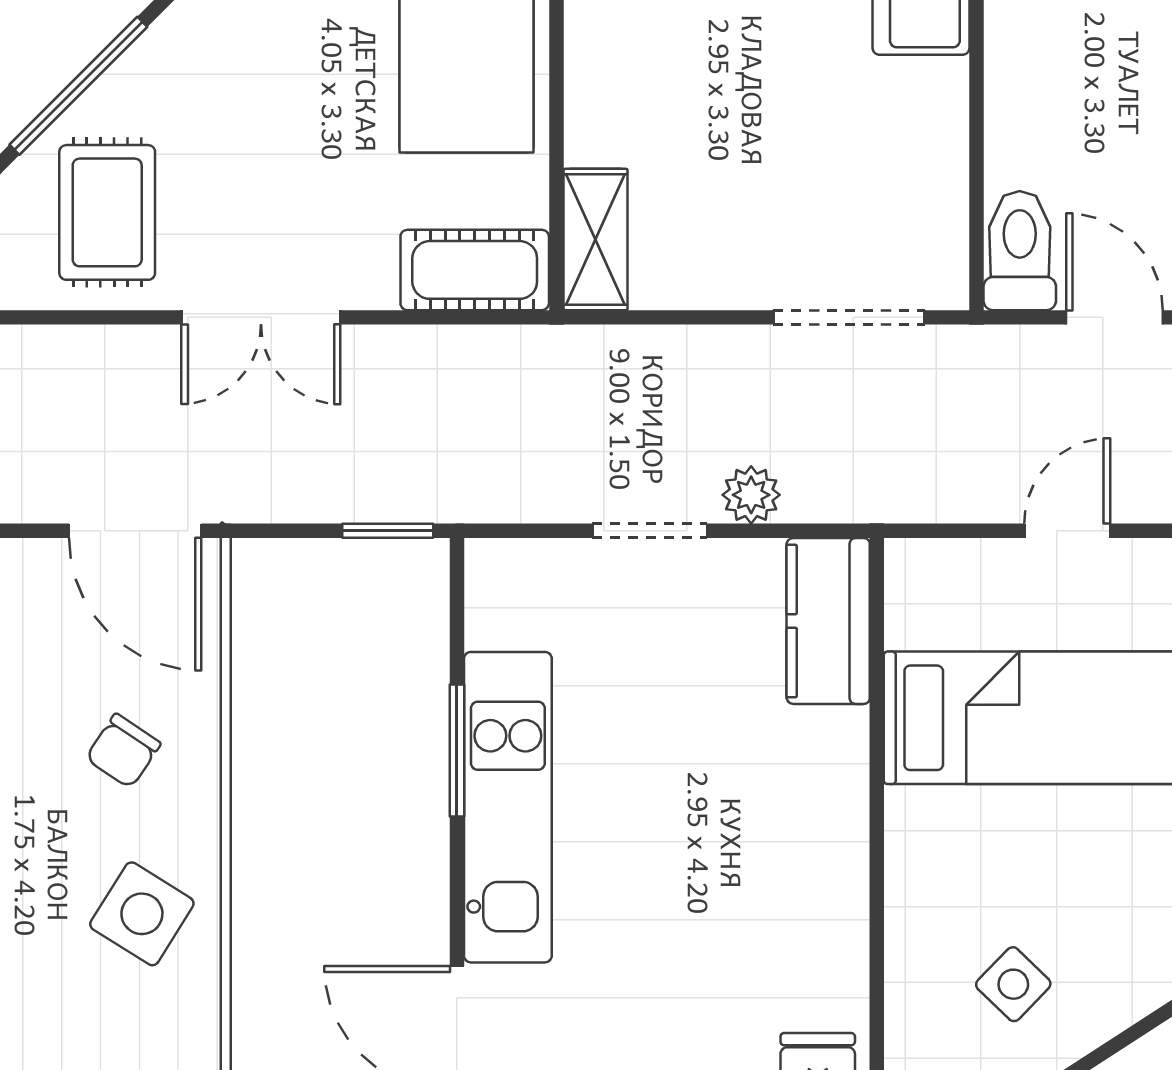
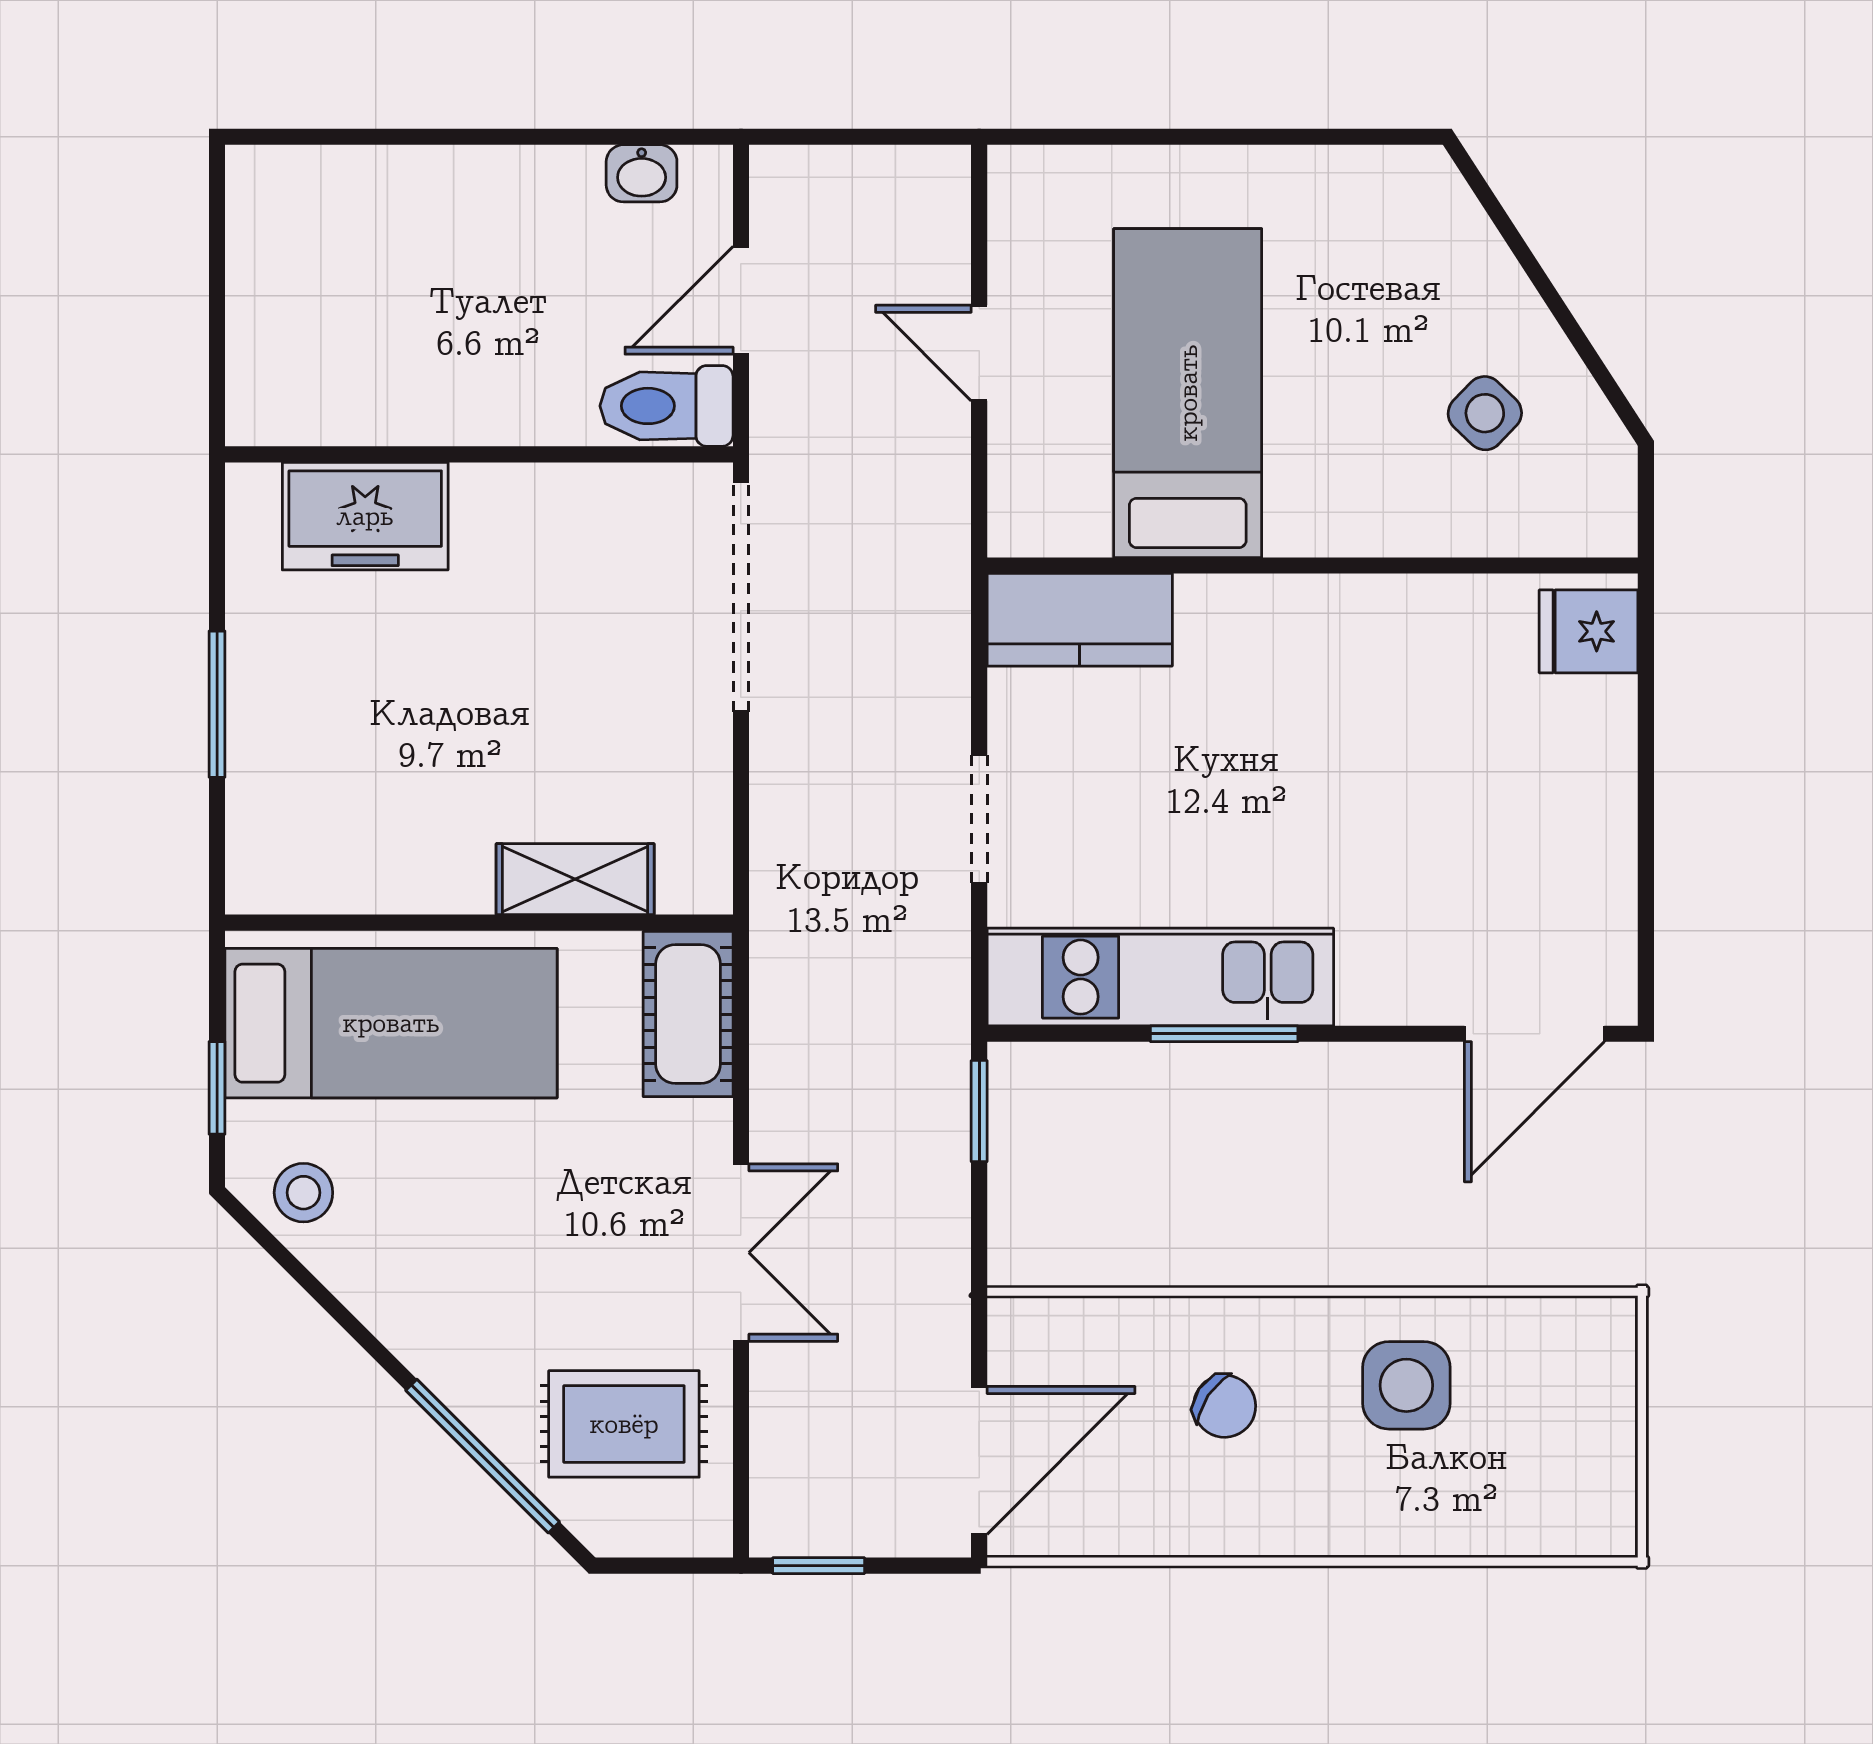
shelving: (596, 239) -> (575, 879), moved
doorway: (849, 317) -> (741, 597), width x1.36
plant: (751, 495) -> (939, 706), removed
door: (135, 531) -> (979, 1460), moved
kitchen unit: (508, 807) -> (1160, 977), moved
side table: (142, 914) -> (1406, 1385), turned -32

